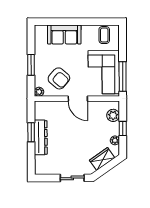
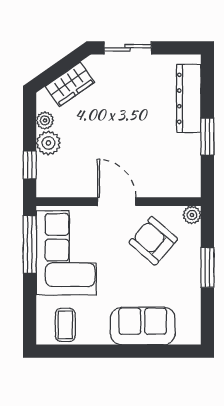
plant: (113, 115) -> (48, 143), moved
window: (123, 129) -> (30, 165), moved
dresser: (41, 137) -> (189, 98), moved

